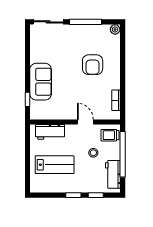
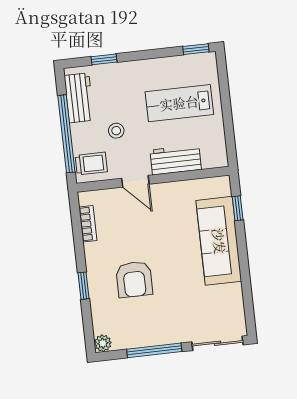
window: (123, 64) -> (83, 286), added
armchair: (93, 65) -> (134, 279), turned 180
sofa: (41, 82) -> (219, 241), width x1.36
workbench: (50, 132) -> (176, 160), moved
window: (73, 195) -> (196, 49), moved

